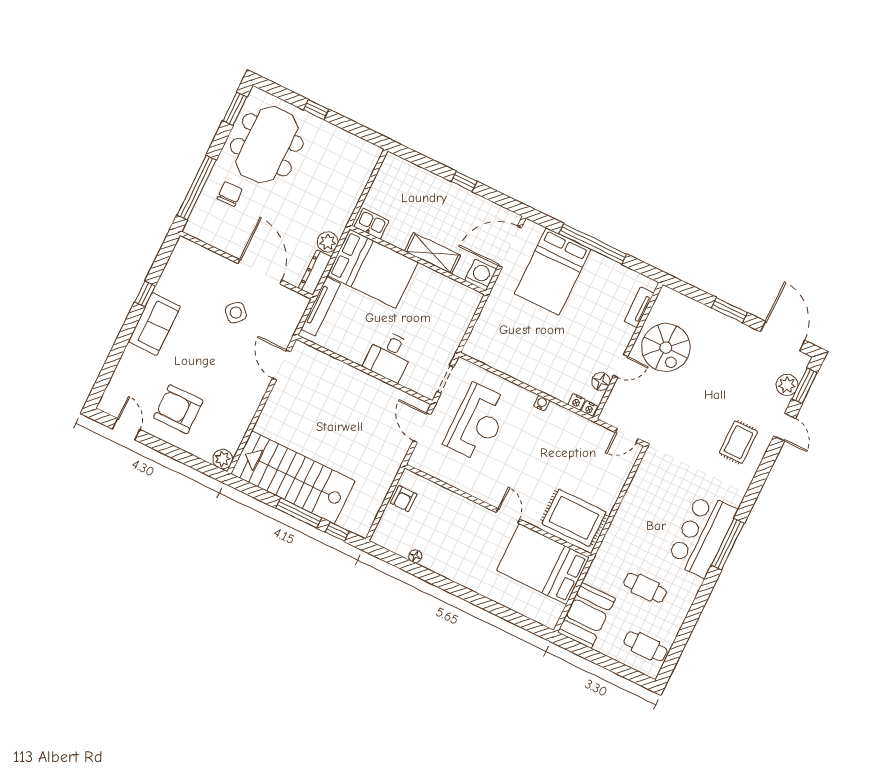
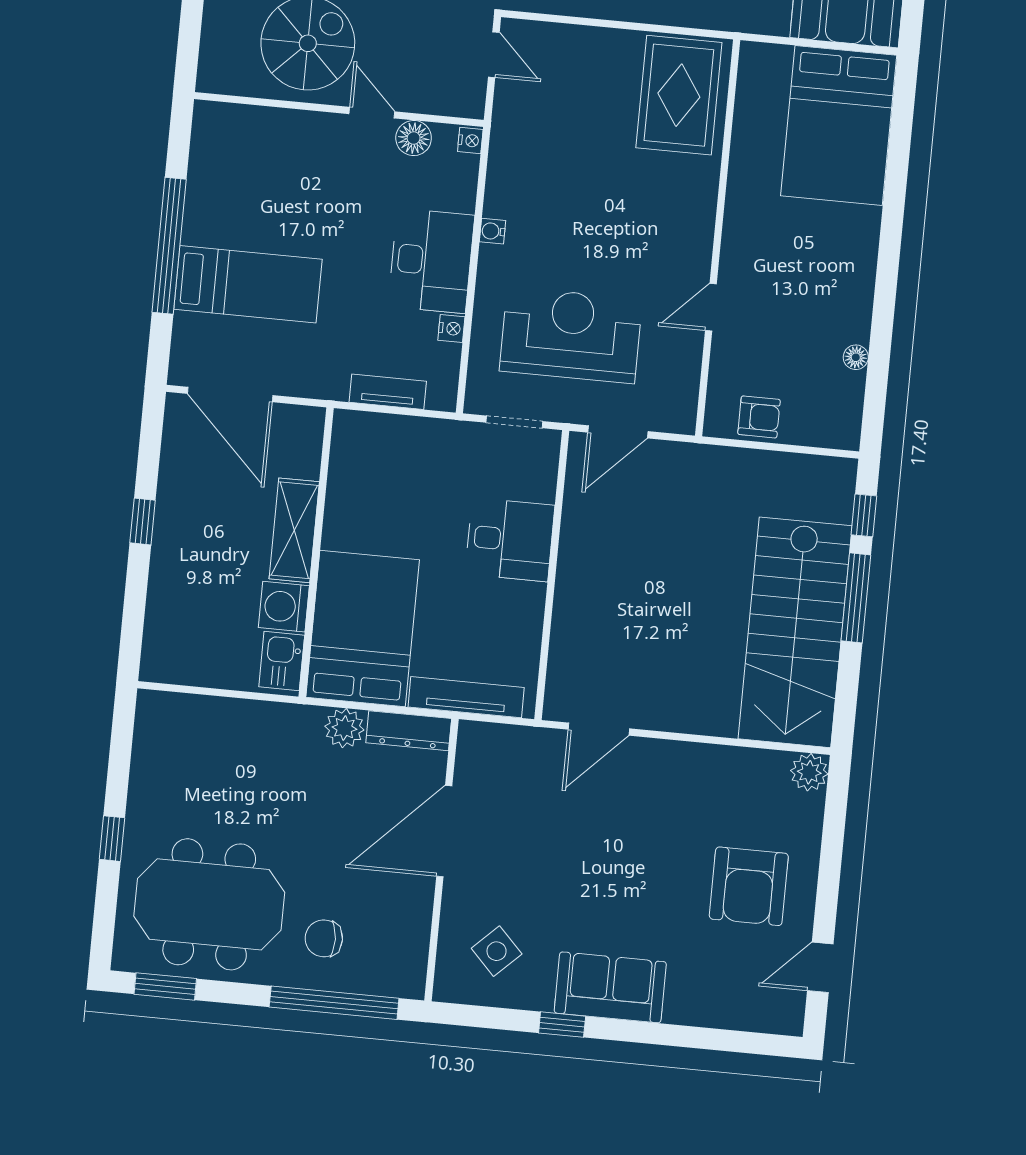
bed: (553, 272) -> (248, 284), width x0.67
washing machine: (481, 275) -> (284, 607), moved
tv unit: (639, 307) -> (388, 392), moved, turned 180
side table: (236, 313) -> (497, 951), moved
desk: (538, 368) -> (431, 261), added
nightstand: (577, 402) -> (451, 328), moved
door: (508, 516) -> (711, 307), moved
bed: (543, 564) -> (839, 125), moved

